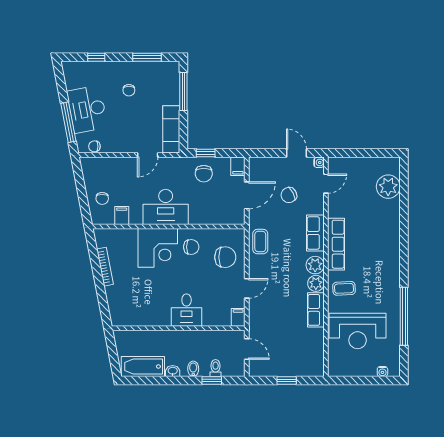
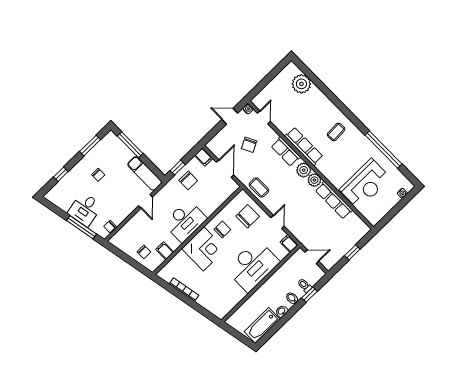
desk: (87, 109) -> (85, 209), width x0.73
coffee table: (344, 288) -> (336, 132), moved
desk: (187, 310) -> (253, 266), width x1.87, depth x1.30
row of seats: (316, 310) -> (334, 200), width x1.48

